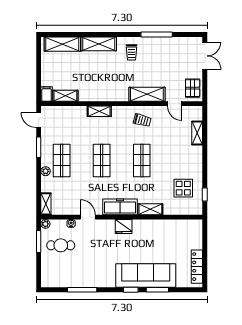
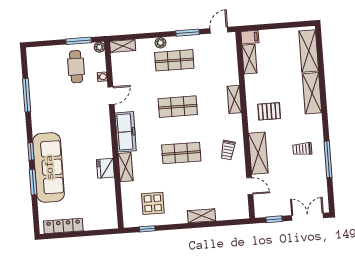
trolley: (131, 52) -> (302, 149), moved
double door: (205, 56) -> (308, 217), swing flipped
window: (205, 85) -> (274, 219), added
pallet: (193, 88) -> (269, 111), moved
door: (175, 104) -> (250, 186), swing flipped
shelving: (197, 133) -> (202, 216), moved
fridge: (124, 227) -> (105, 168), moved

